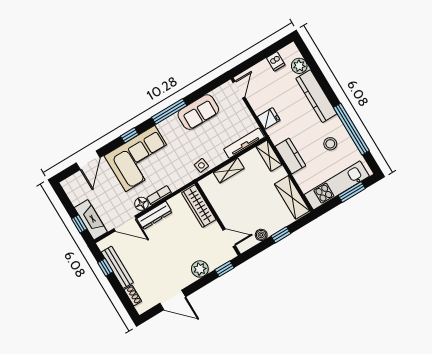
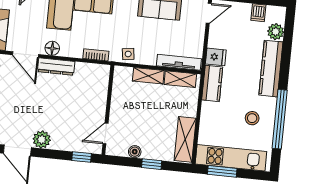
shelving: (269, 156) -> (180, 79), moved, turned 90
kitchen counter: (290, 156) -> (212, 83), moved
window: (352, 192) -> (222, 171), moved
bookcase: (159, 195) -> (96, 55), moved
wardrobe: (199, 206) -> (100, 87), removed
door: (229, 238) -> (105, 134), swing flipped
plant: (200, 269) -> (42, 140), moved

